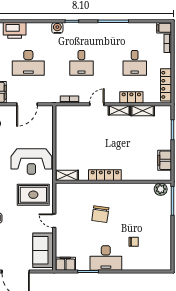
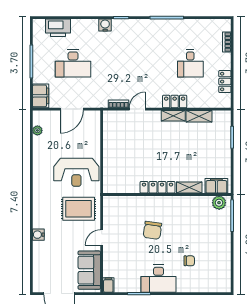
filing cabinet: (164, 28) -> (223, 25), removed
desk: (81, 63) -> (132, 63), removed
locker: (166, 85) -> (225, 82), width x0.66
locker: (131, 97) -> (175, 102), moved
door: (97, 104) -> (137, 109), moved
filing cabinet: (165, 160) -> (216, 186), moved, turned 90
shelving: (67, 175) -> (189, 188), moved
door: (54, 221) -> (102, 237), hinge flipped
filing cabinet: (65, 264) -> (108, 285), width x0.50

